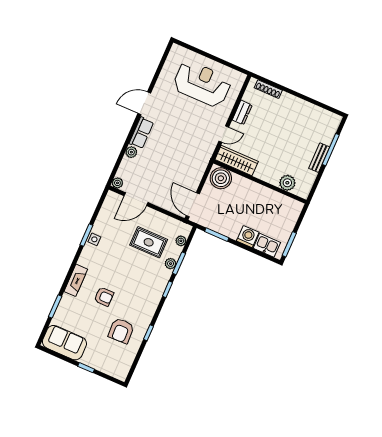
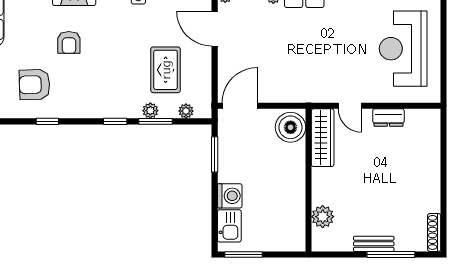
reception desk: (202, 84) -> (403, 49), turned 180
shoe rack: (268, 89) -> (434, 232), moved

